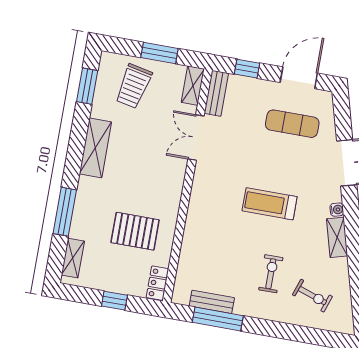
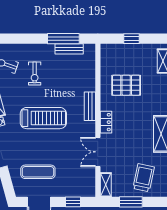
bench: (216, 93) -> (90, 106), moved
double door: (196, 138) -> (98, 152), swing flipped
treadmill: (270, 204) -> (43, 118), width x1.37, depth x1.38
locker: (157, 283) -> (106, 122), moved

